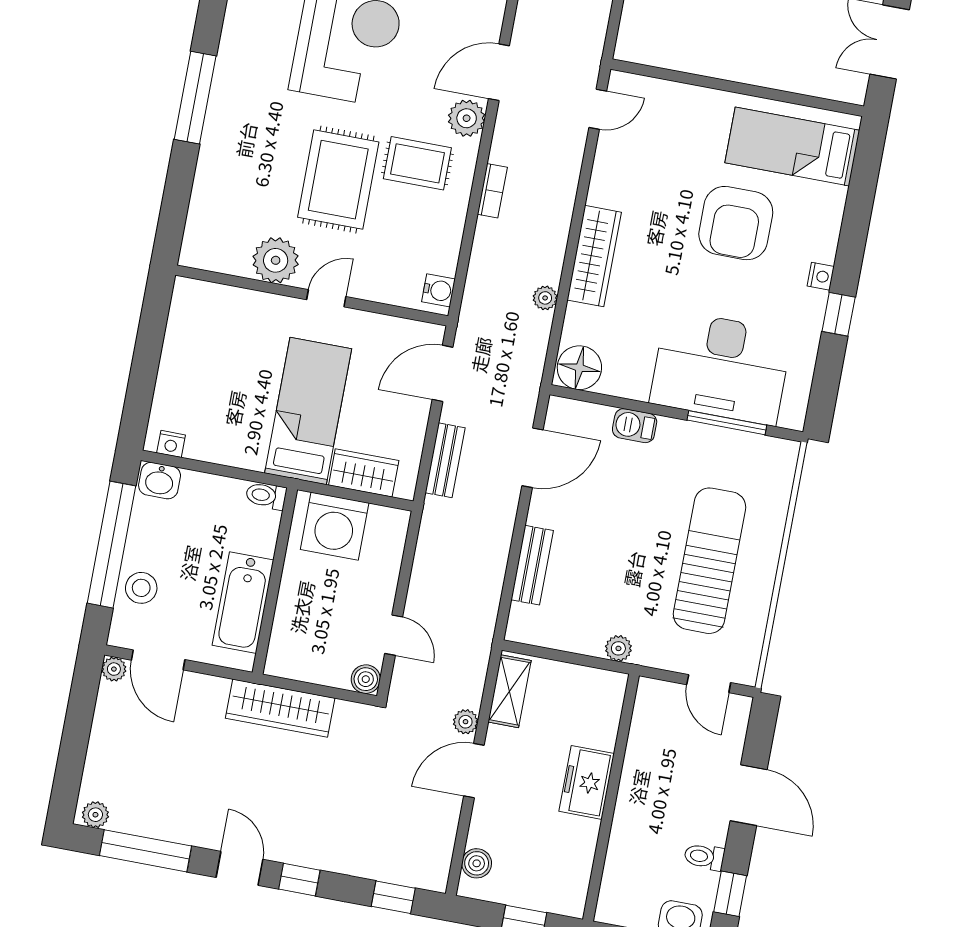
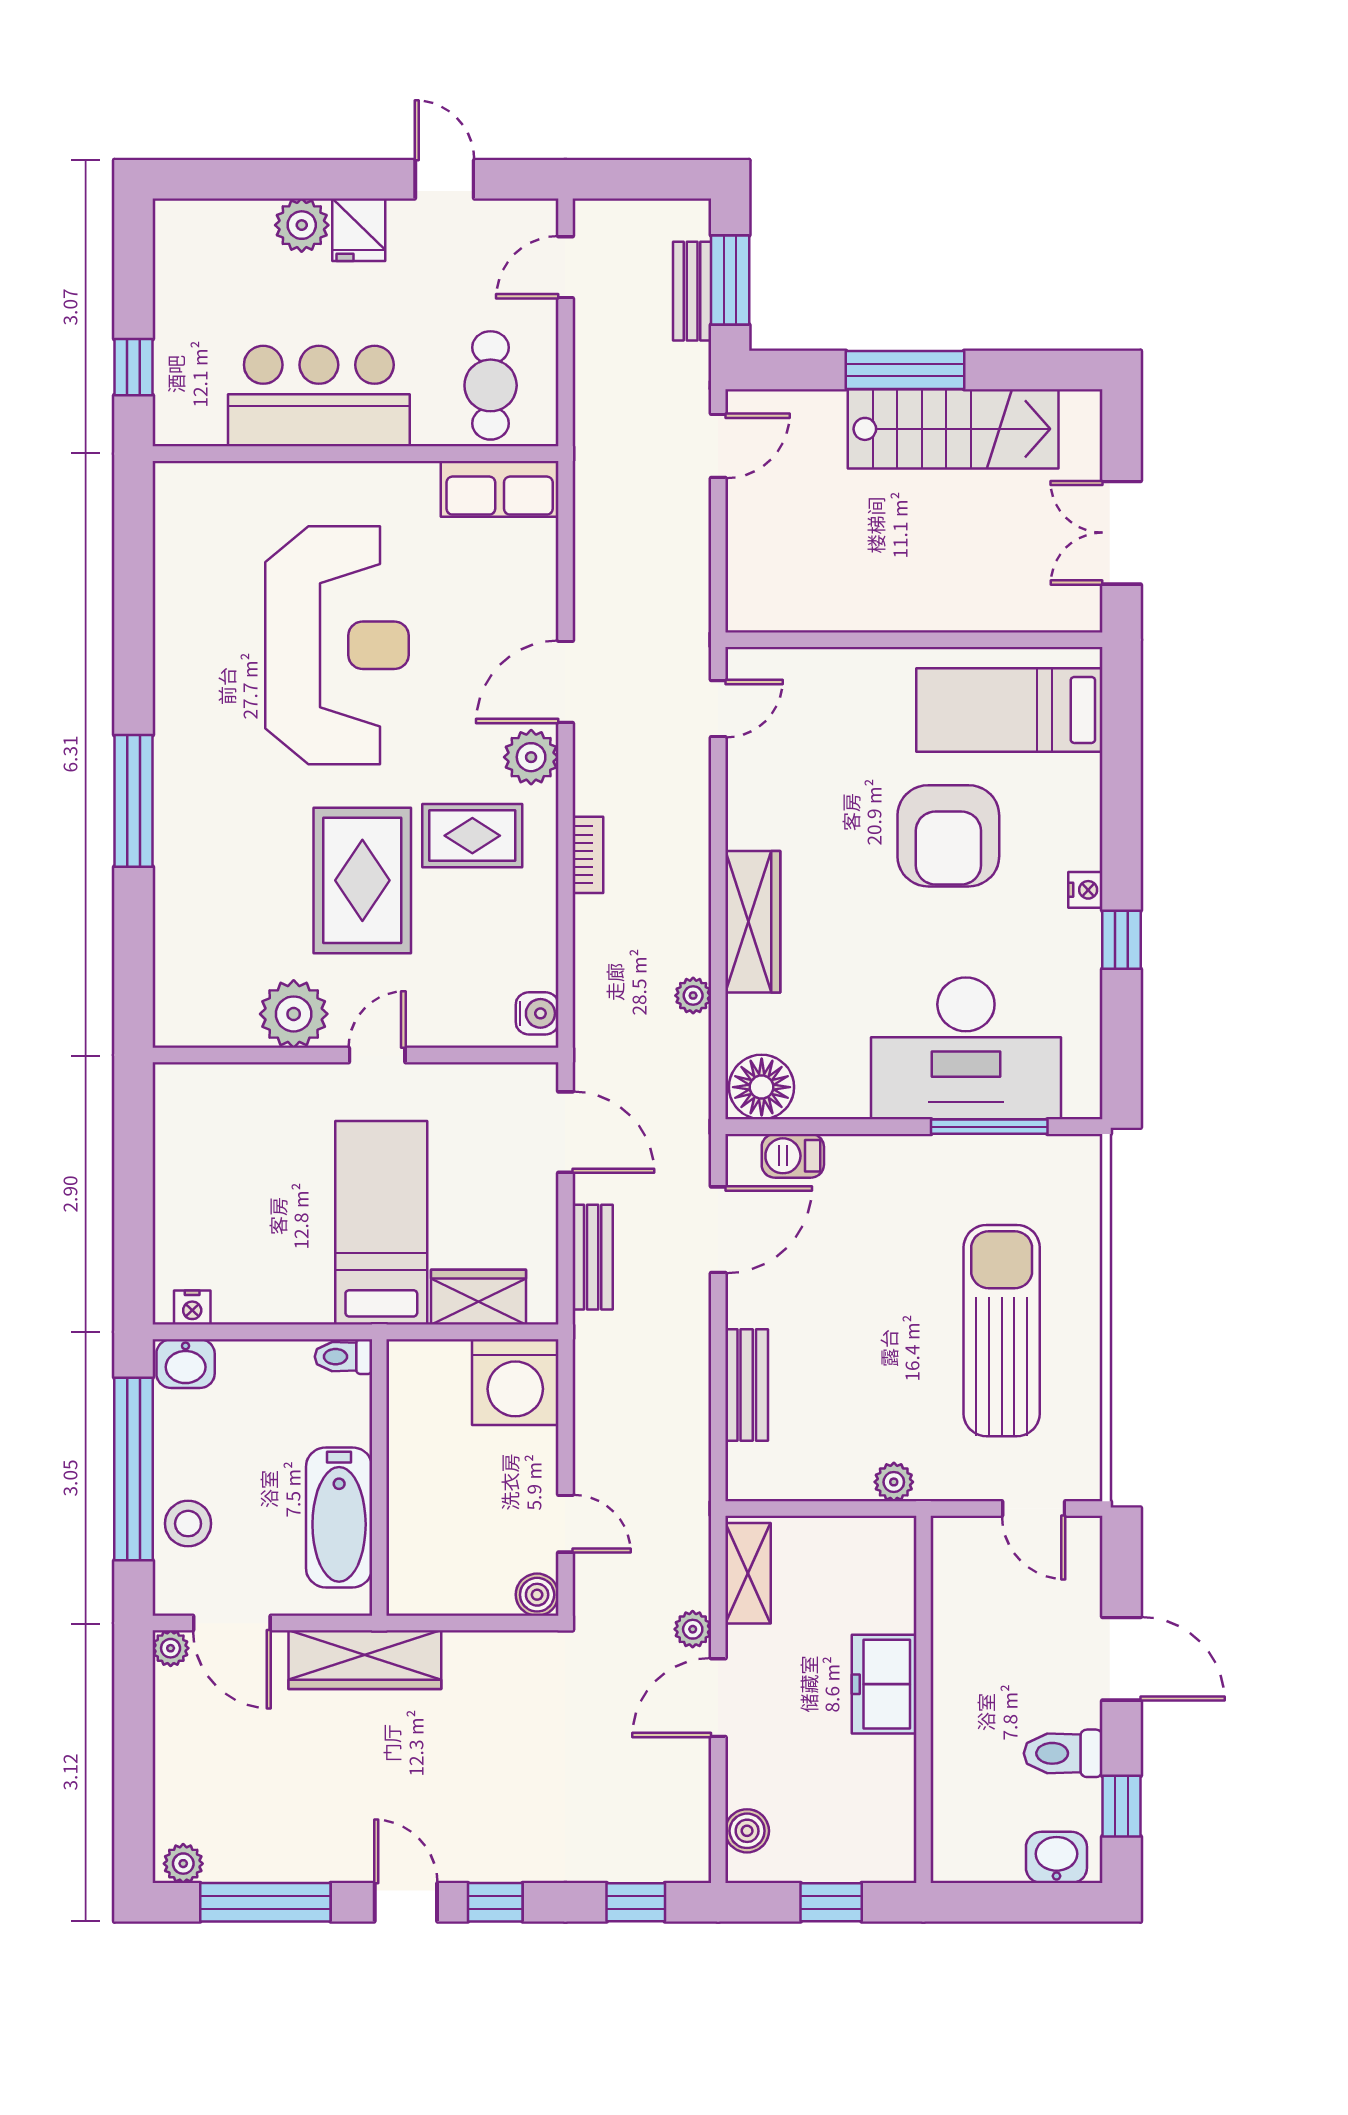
door: (443, 373) -> (565, 1132), swing flipped
barbecue: (635, 426) -> (793, 1156), moved
washing machine: (335, 526) -> (515, 1382), moved
wardrobe: (280, 708) -> (365, 1660), moved
toilet: (704, 857) -> (1063, 1753), width x1.37, depth x1.39

